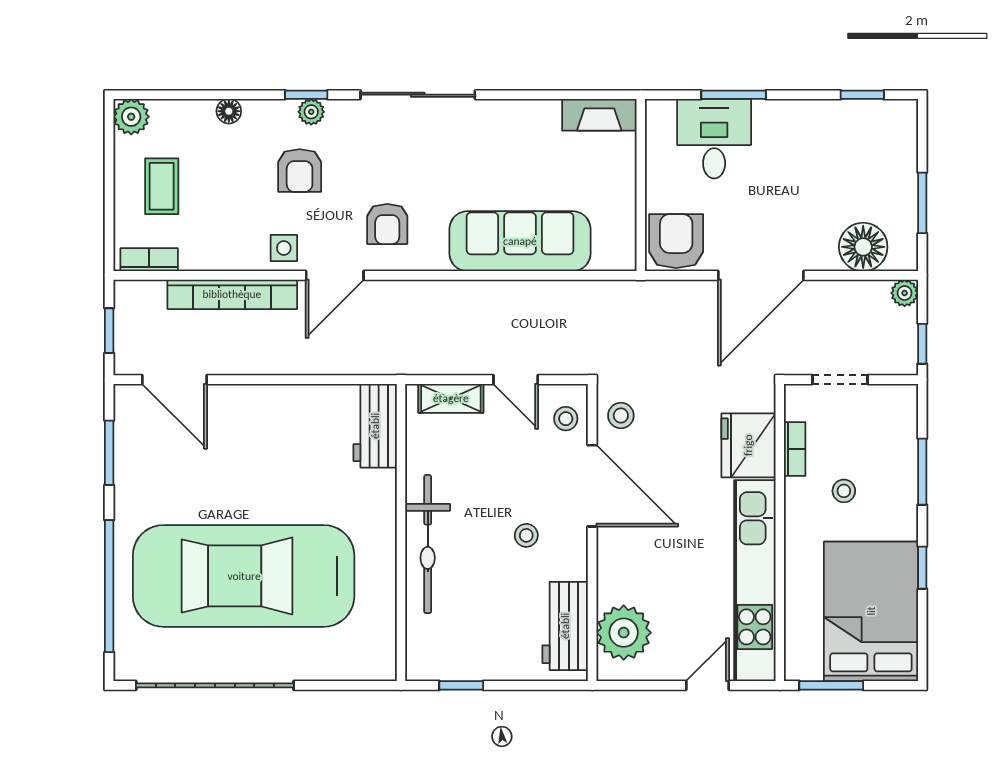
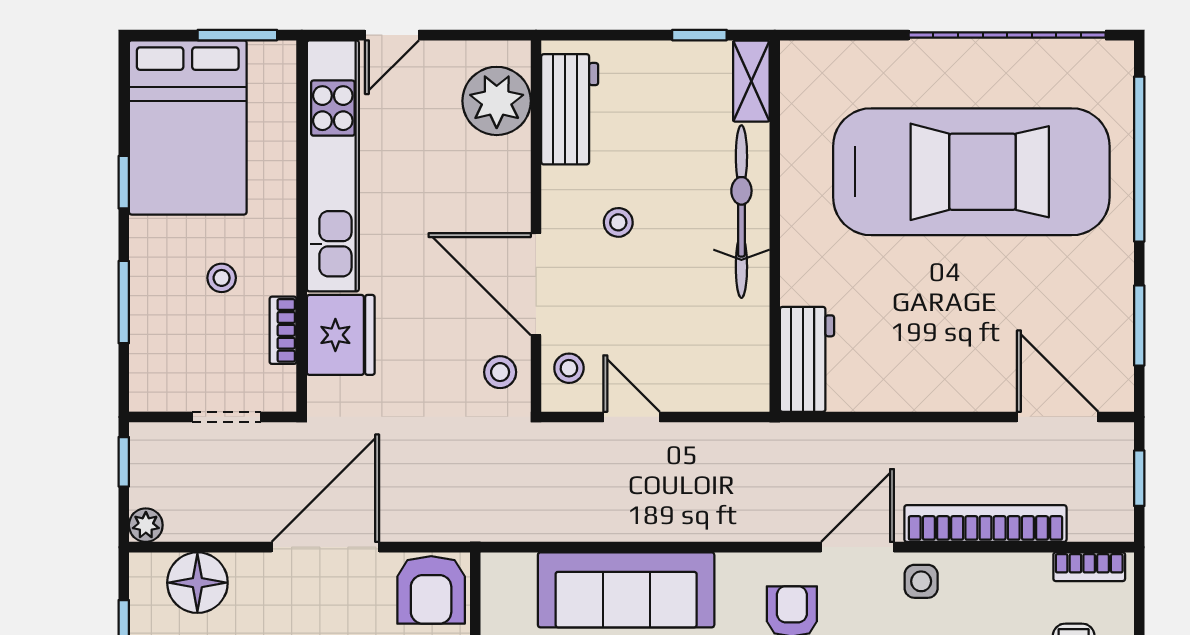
shelving: (451, 398) -> (751, 81), moved, turned 90

